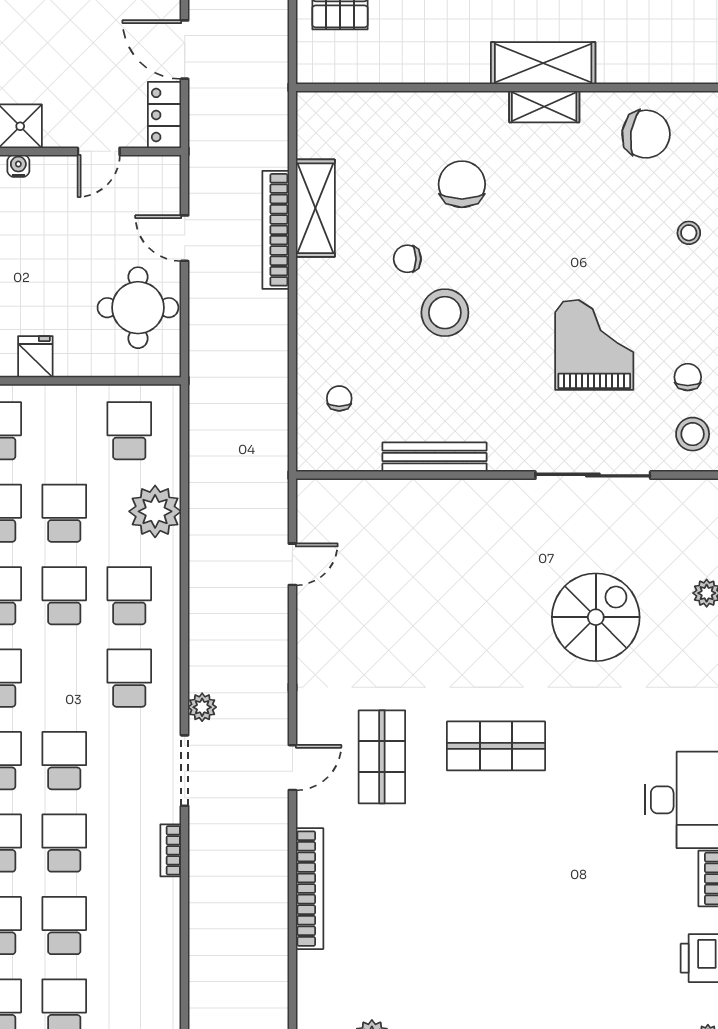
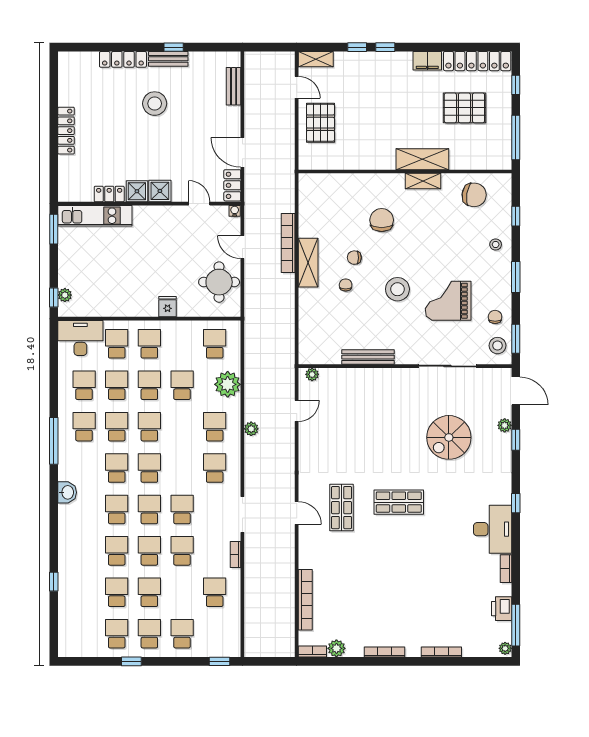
door: (99, 151) -> (199, 204), swing flipped
water cooler: (18, 166) -> (235, 211), moved
shelving: (315, 208) -> (308, 263), moved
stool: (445, 313) -> (397, 289), moved
grand piano: (594, 345) -> (448, 301), turned -90
chair: (339, 398) -> (346, 285), moved
plant: (323, 492) -> (312, 374), added
school desk: (64, 596) -> (182, 427), removed
spiral stairs: (596, 617) -> (449, 437), turned 180
plant: (202, 707) -> (251, 429), moved
door: (292, 768) -> (297, 513), hinge flipped
bookcase: (310, 889) -> (305, 600), moved
school desk: (64, 926) -> (215, 592), moved

